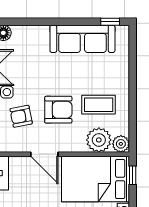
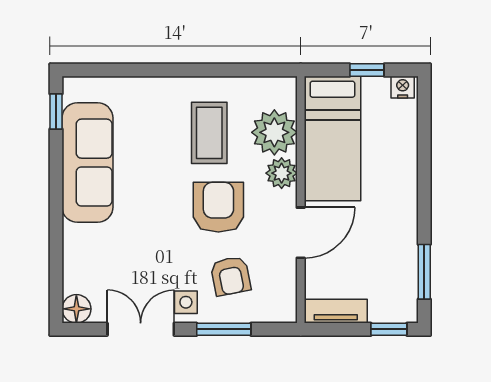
plant: (121, 144) -> (282, 173), moved
window: (133, 175) -> (367, 70), moved
bed: (95, 179) -> (332, 139), width x0.67

